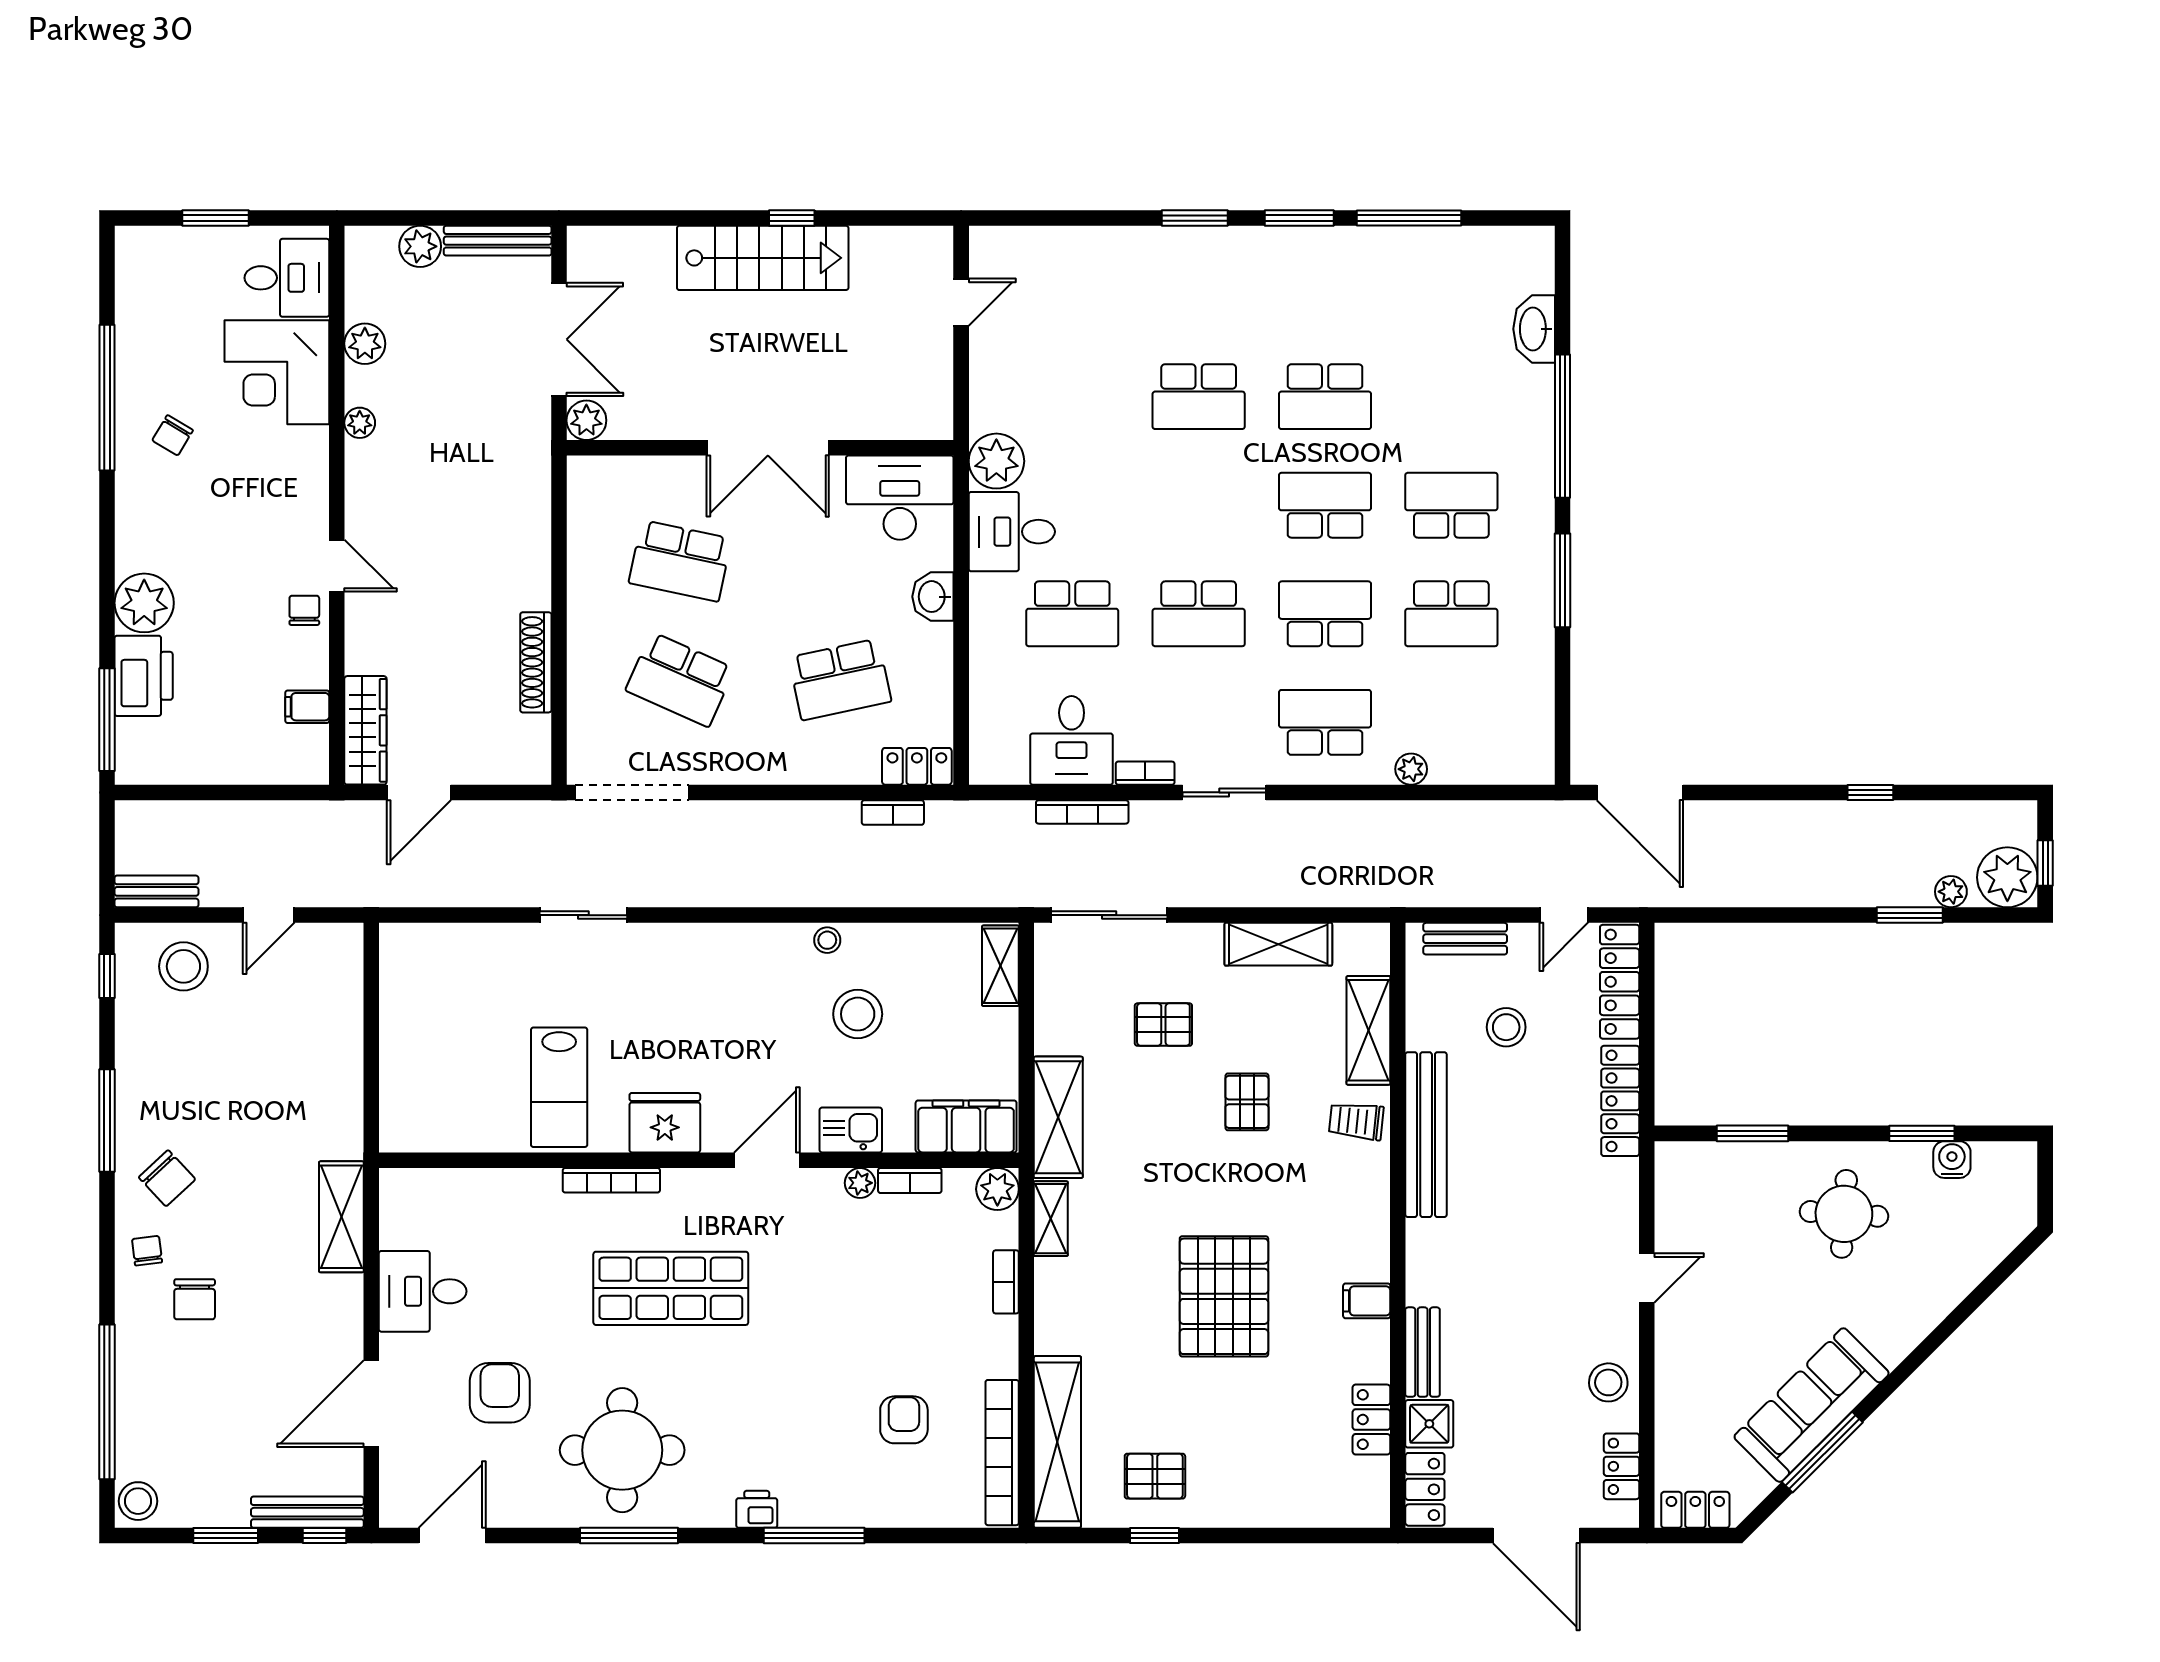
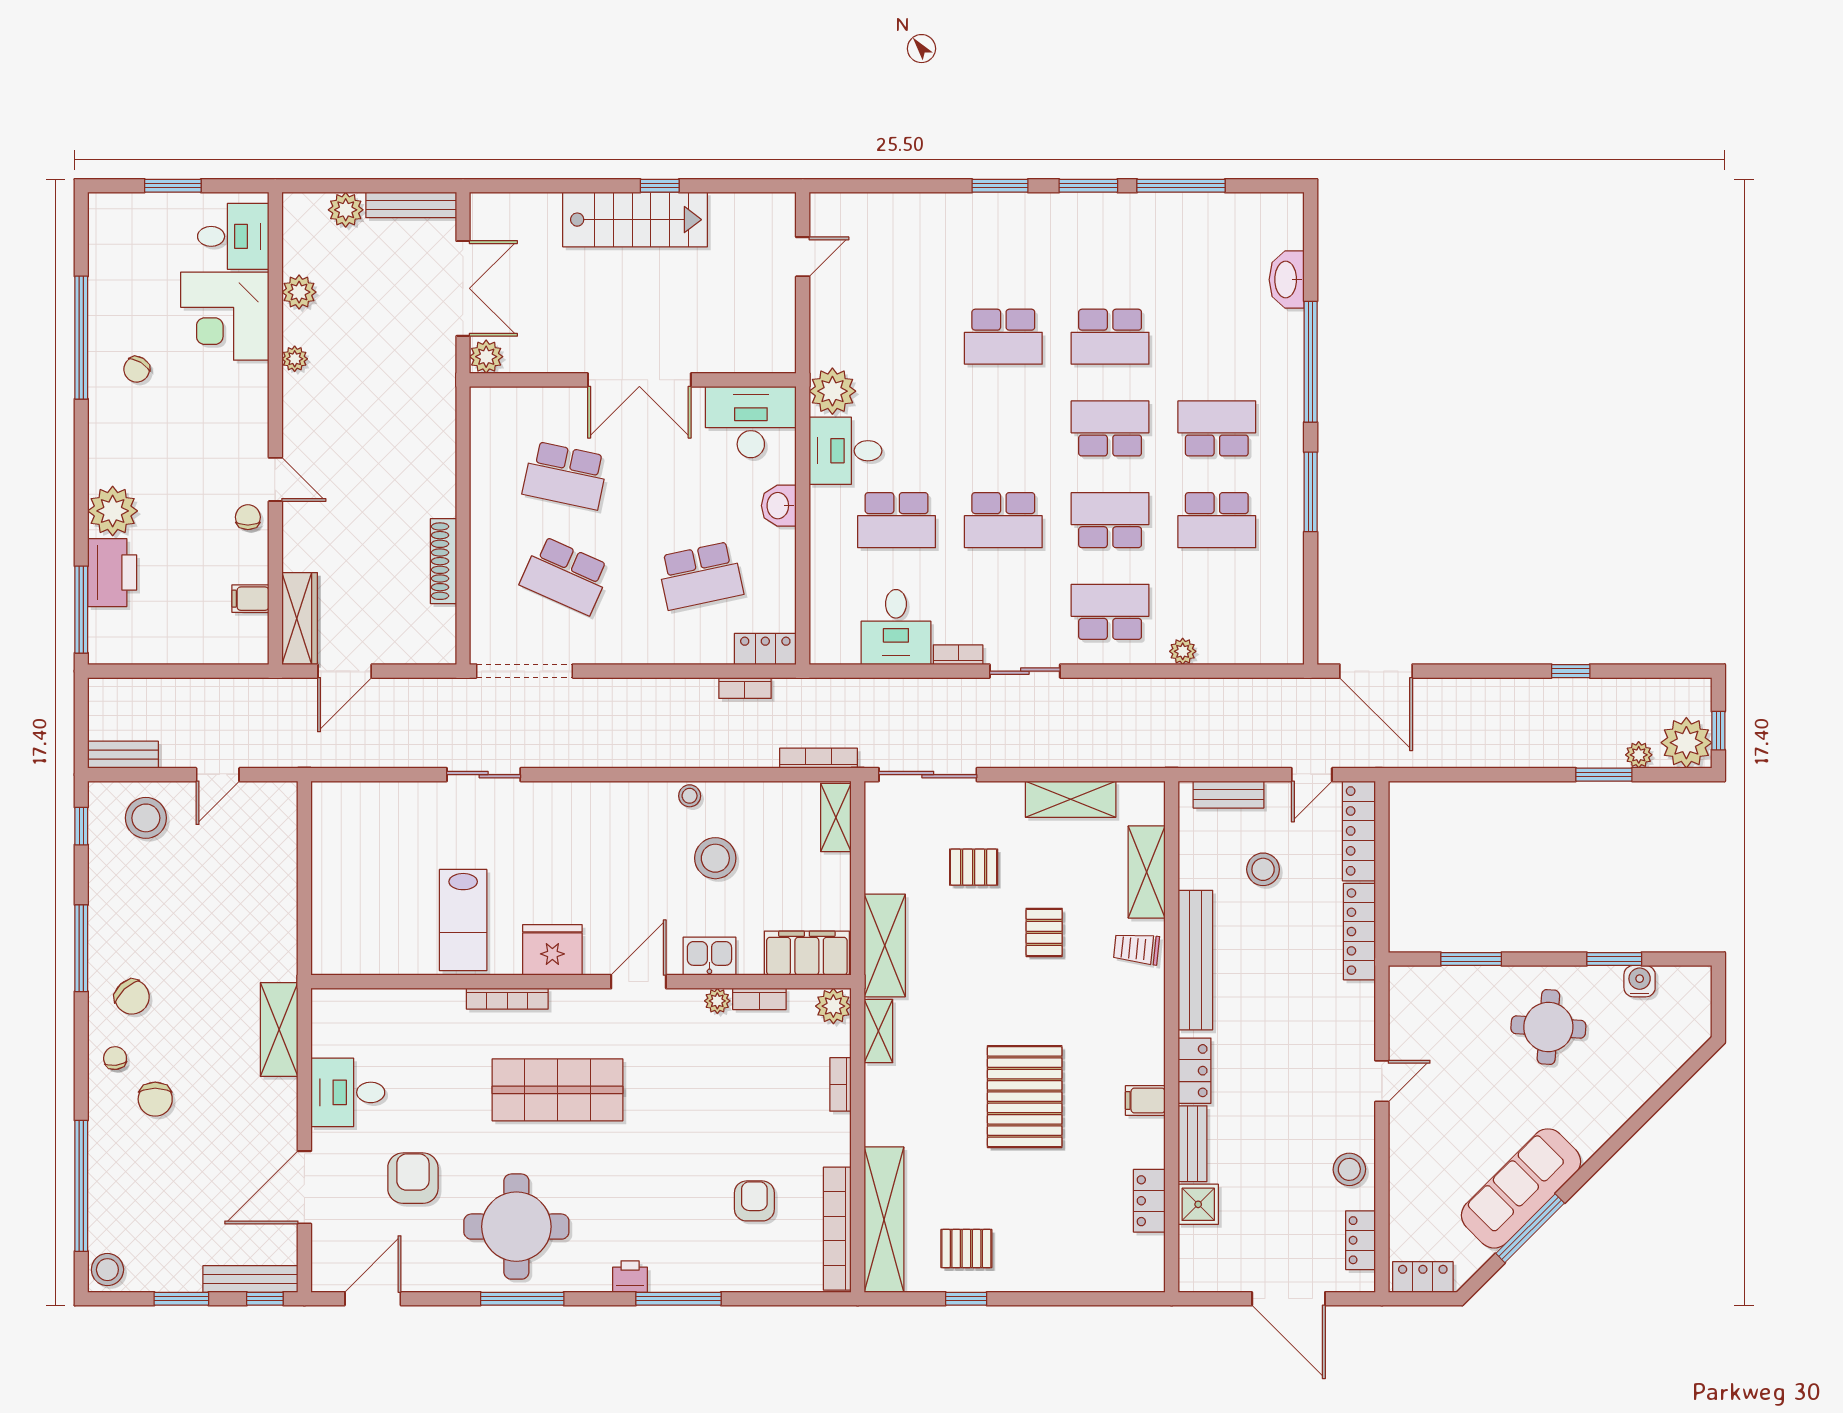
bookcase: (1082, 812) -> (818, 758), moved, turned 180
locker: (1425, 1489) -> (1194, 1071), moved

